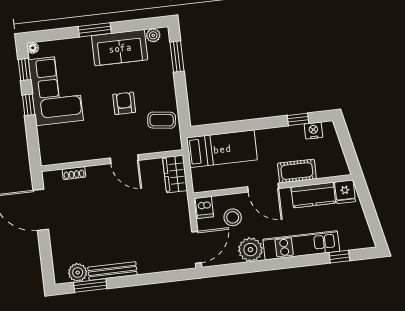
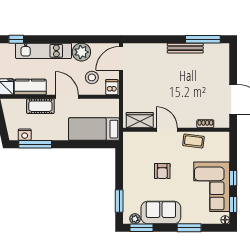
window: (143, 24) -> (142, 228), added
window: (95, 30) -> (189, 228), moved
window: (298, 119) -> (35, 144), width x2.17
coffee table: (162, 120) -> (193, 141), moved
wardrobe: (175, 174) -> (140, 120), moved, turned -90
plant: (78, 272) -> (211, 50), removed
window: (90, 286) -> (203, 39), width x1.44

